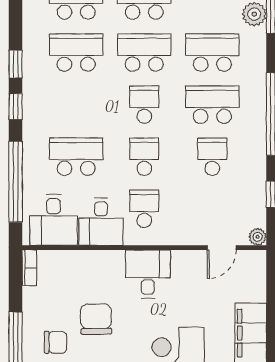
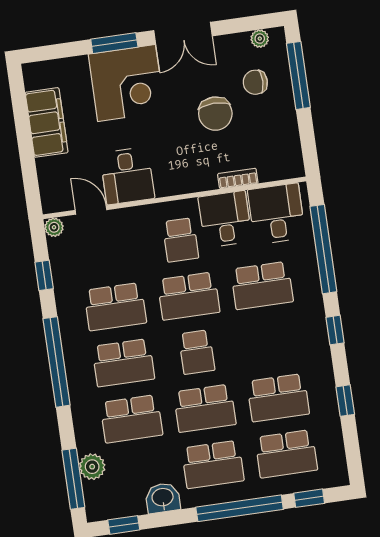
window: (16, 64) -> (345, 401), moved
school desk: (144, 157) -> (189, 296), width x1.85
school desk: (212, 157) -> (115, 307), width x1.85
door: (222, 248) -> (91, 210), hinge flipped
bookcase: (29, 268) -> (238, 179), moved, turned 90
desk: (148, 274) -> (127, 176), moved

